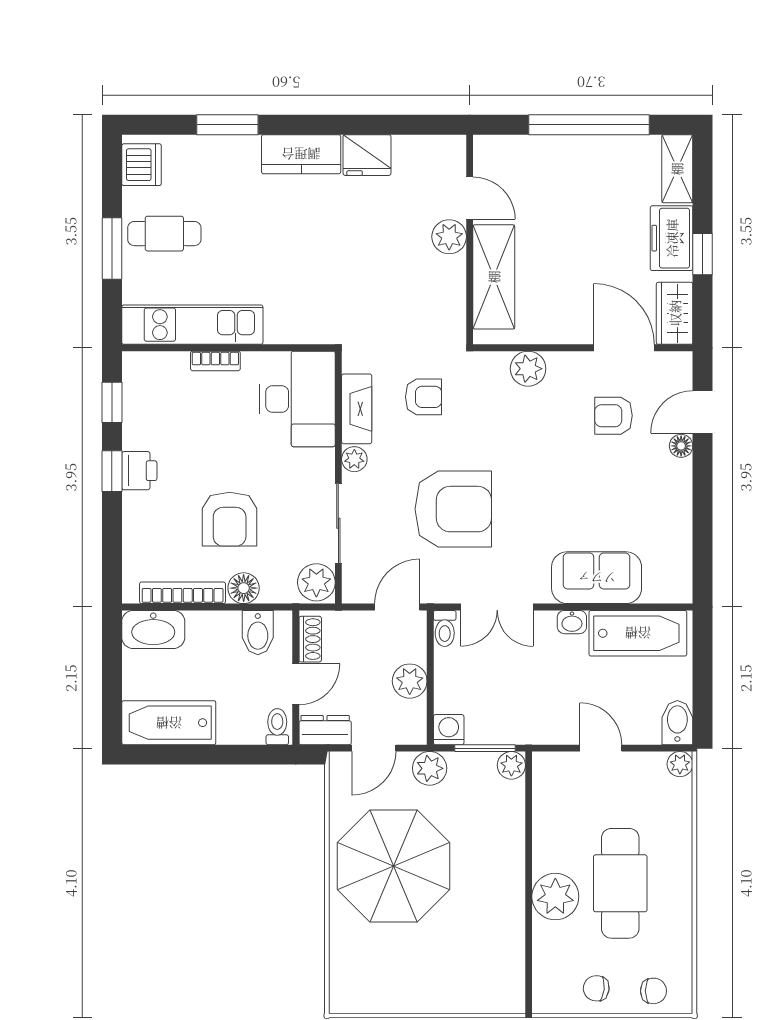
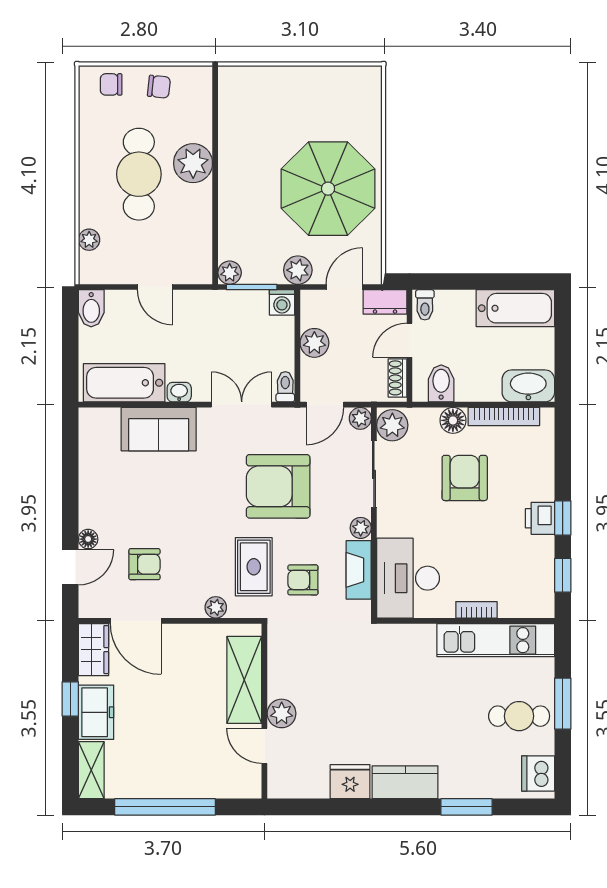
plant: (528, 369) -> (216, 607), width x0.73, depth x0.73
rug: (482, 413) -> (254, 567), added
plant: (355, 591) -> (360, 418), added
plant: (680, 764) -> (89, 240), moved

